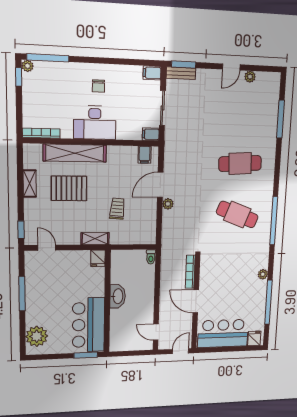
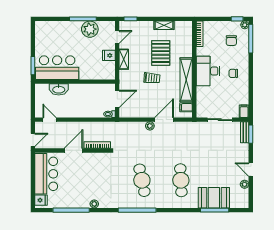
chair: (51, 87) -> (231, 41), added
booth: (265, 120) -> (214, 198), added
filing cabinet: (151, 134) -> (201, 111), removed
shelving: (75, 153) -> (186, 80), moved
door: (160, 185) -> (164, 120), hinge flipped
trolley: (117, 209) -> (152, 78), moved
cafe table: (237, 215) -> (142, 180), turned -33
shelving: (95, 239) -> (124, 59), moved
door: (131, 247) -> (117, 99), added
fridge: (98, 258) -> (109, 55), moved
washbasin: (118, 296) -> (59, 89), moved
door: (156, 332) -> (49, 120), hinge flipped
plant: (37, 336) -> (90, 29), moved
door: (181, 351) -> (33, 140), hinge flipped

